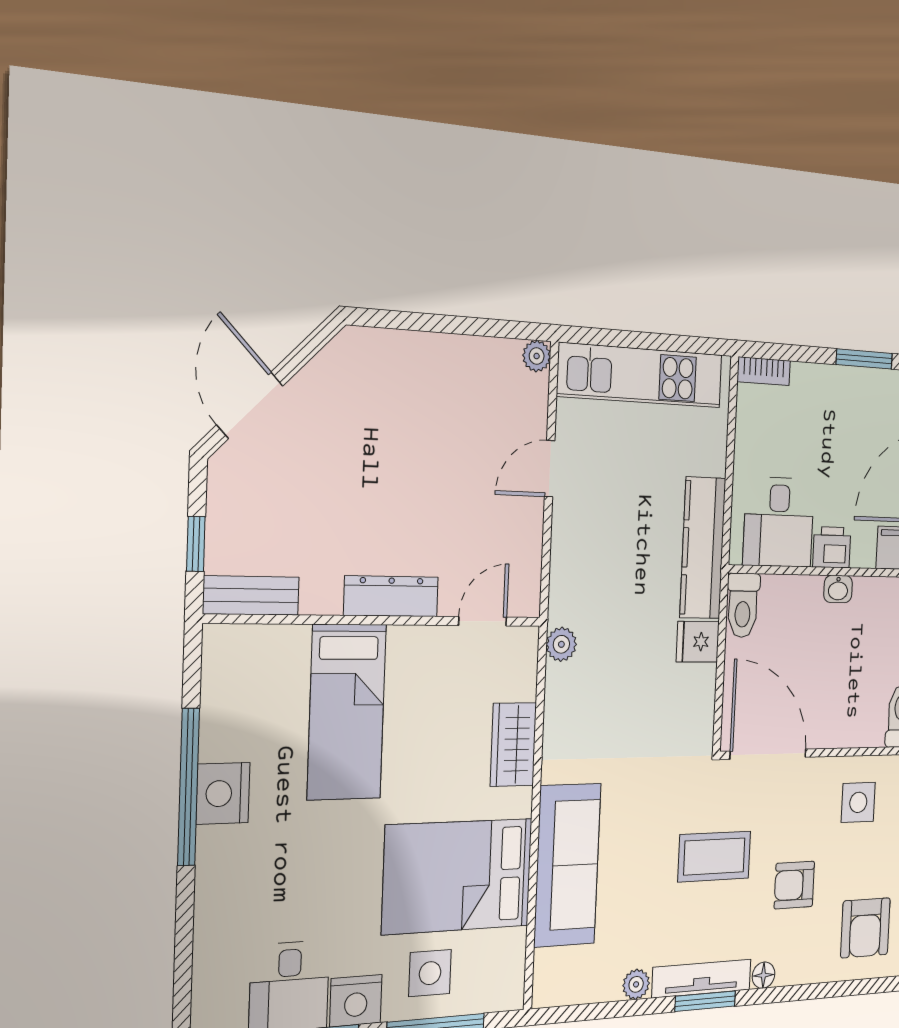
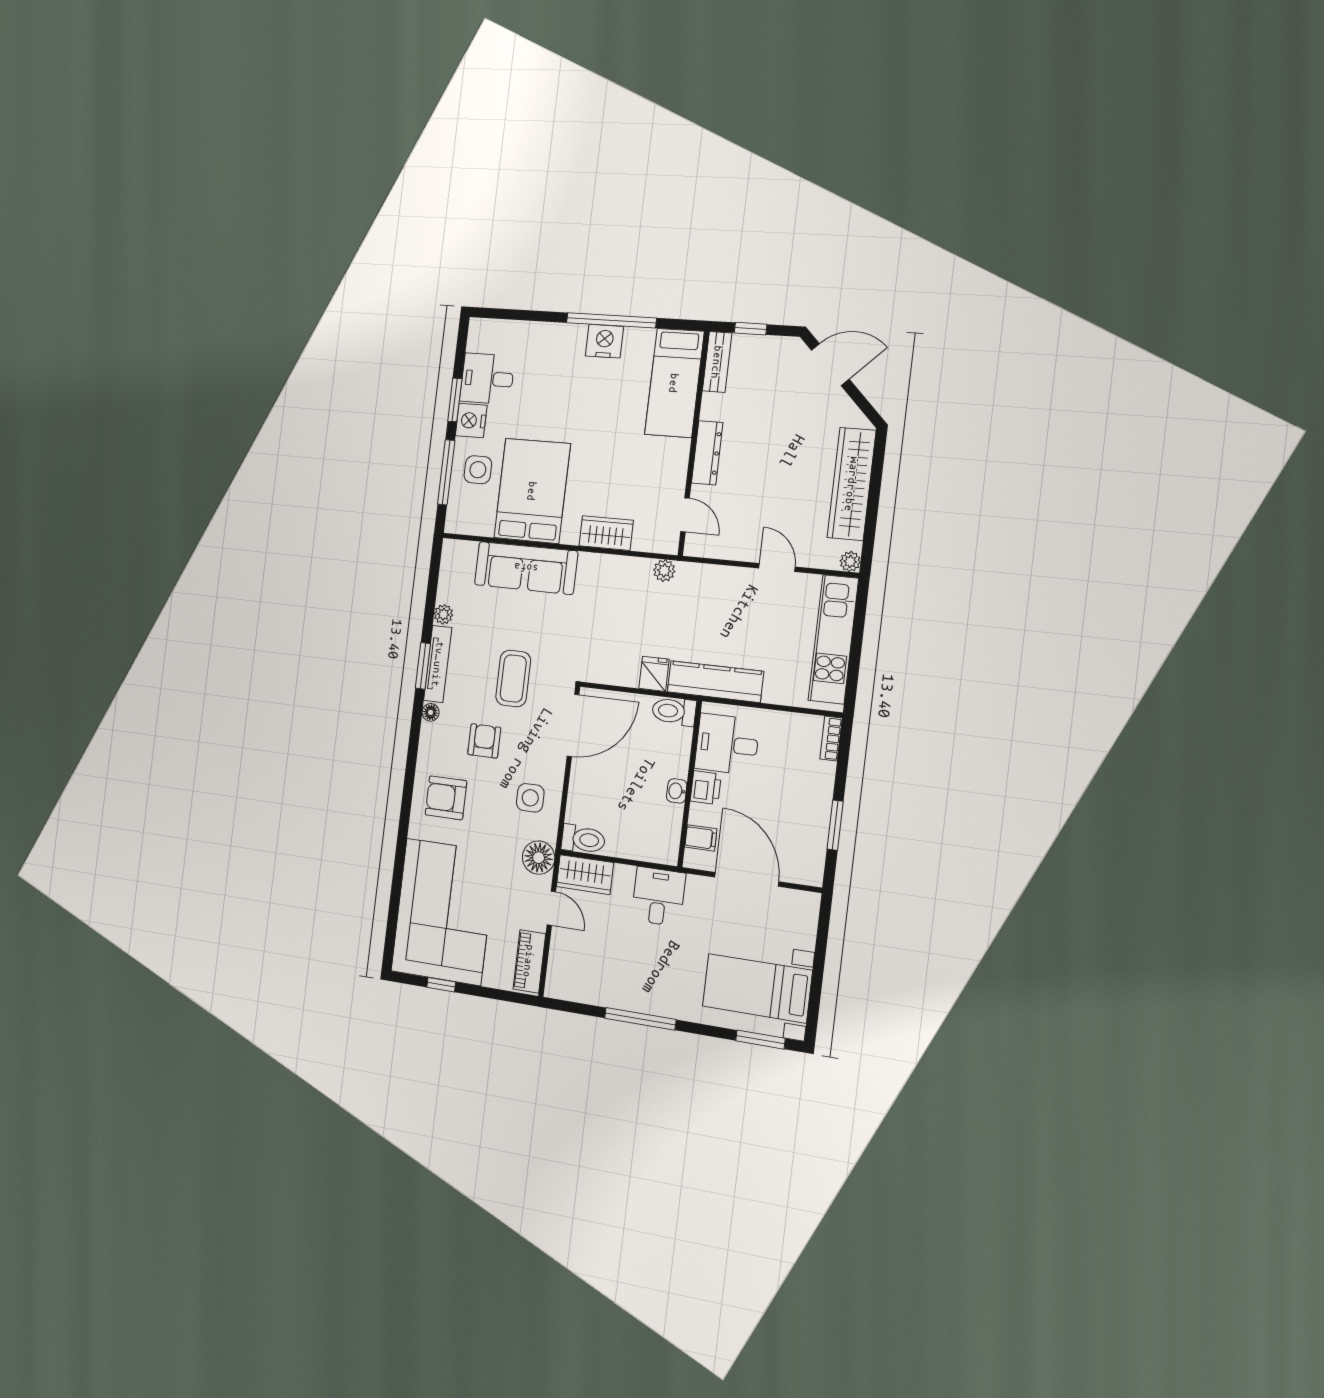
wardrobe: (428, 360) -> (852, 484), added
bed: (347, 712) -> (674, 383), moved, turned -90

